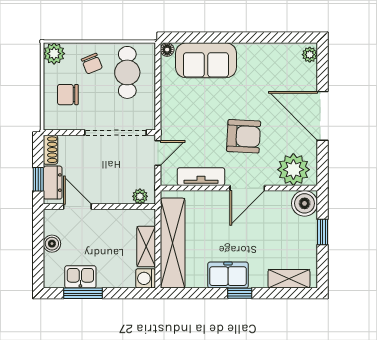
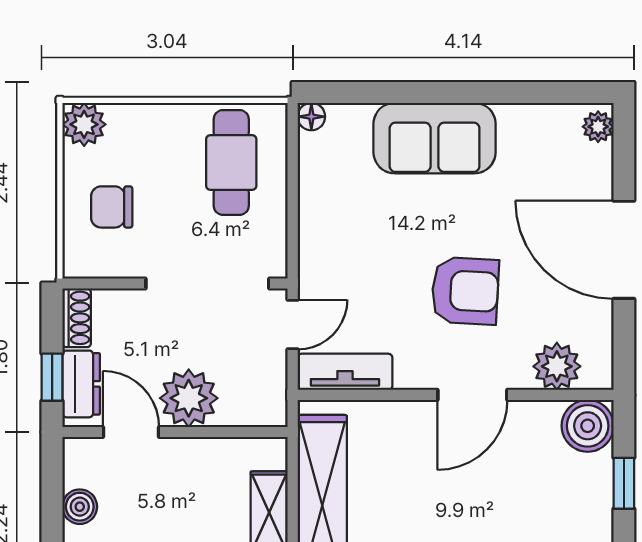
sofa: (206, 60) -> (435, 138), moved
chair: (92, 64) -> (160, 145), removed
plant: (293, 170) -> (557, 366), width x0.73, depth x0.73
tv unit: (201, 177) -> (345, 372), moved
plant: (140, 196) -> (189, 398), moved, width x1.87, depth x1.87

